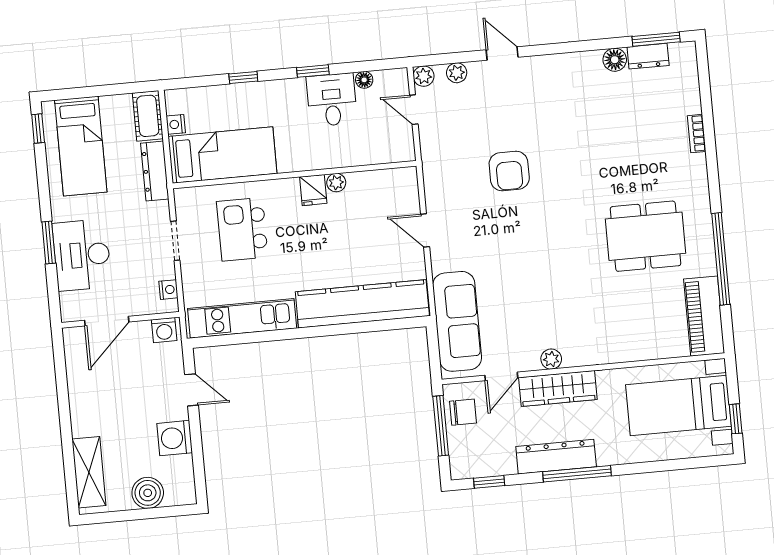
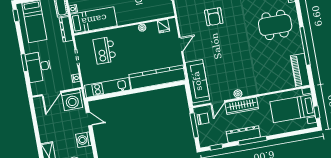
fridge: (313, 190) -> (163, 26), moved
door: (425, 230) -> (181, 44), swing flipped
dining table: (646, 236) -> (275, 25), moved
washing machine: (164, 330) -> (72, 100), width x1.89, depth x1.89

